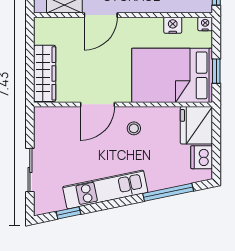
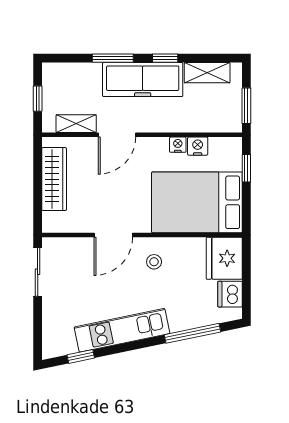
nightstand: (205, 24) -> (178, 145), moved
window: (216, 71) -> (246, 168), moved
wardrobe: (45, 73) -> (54, 179), moved
sliding door: (30, 170) -> (38, 272), moved

